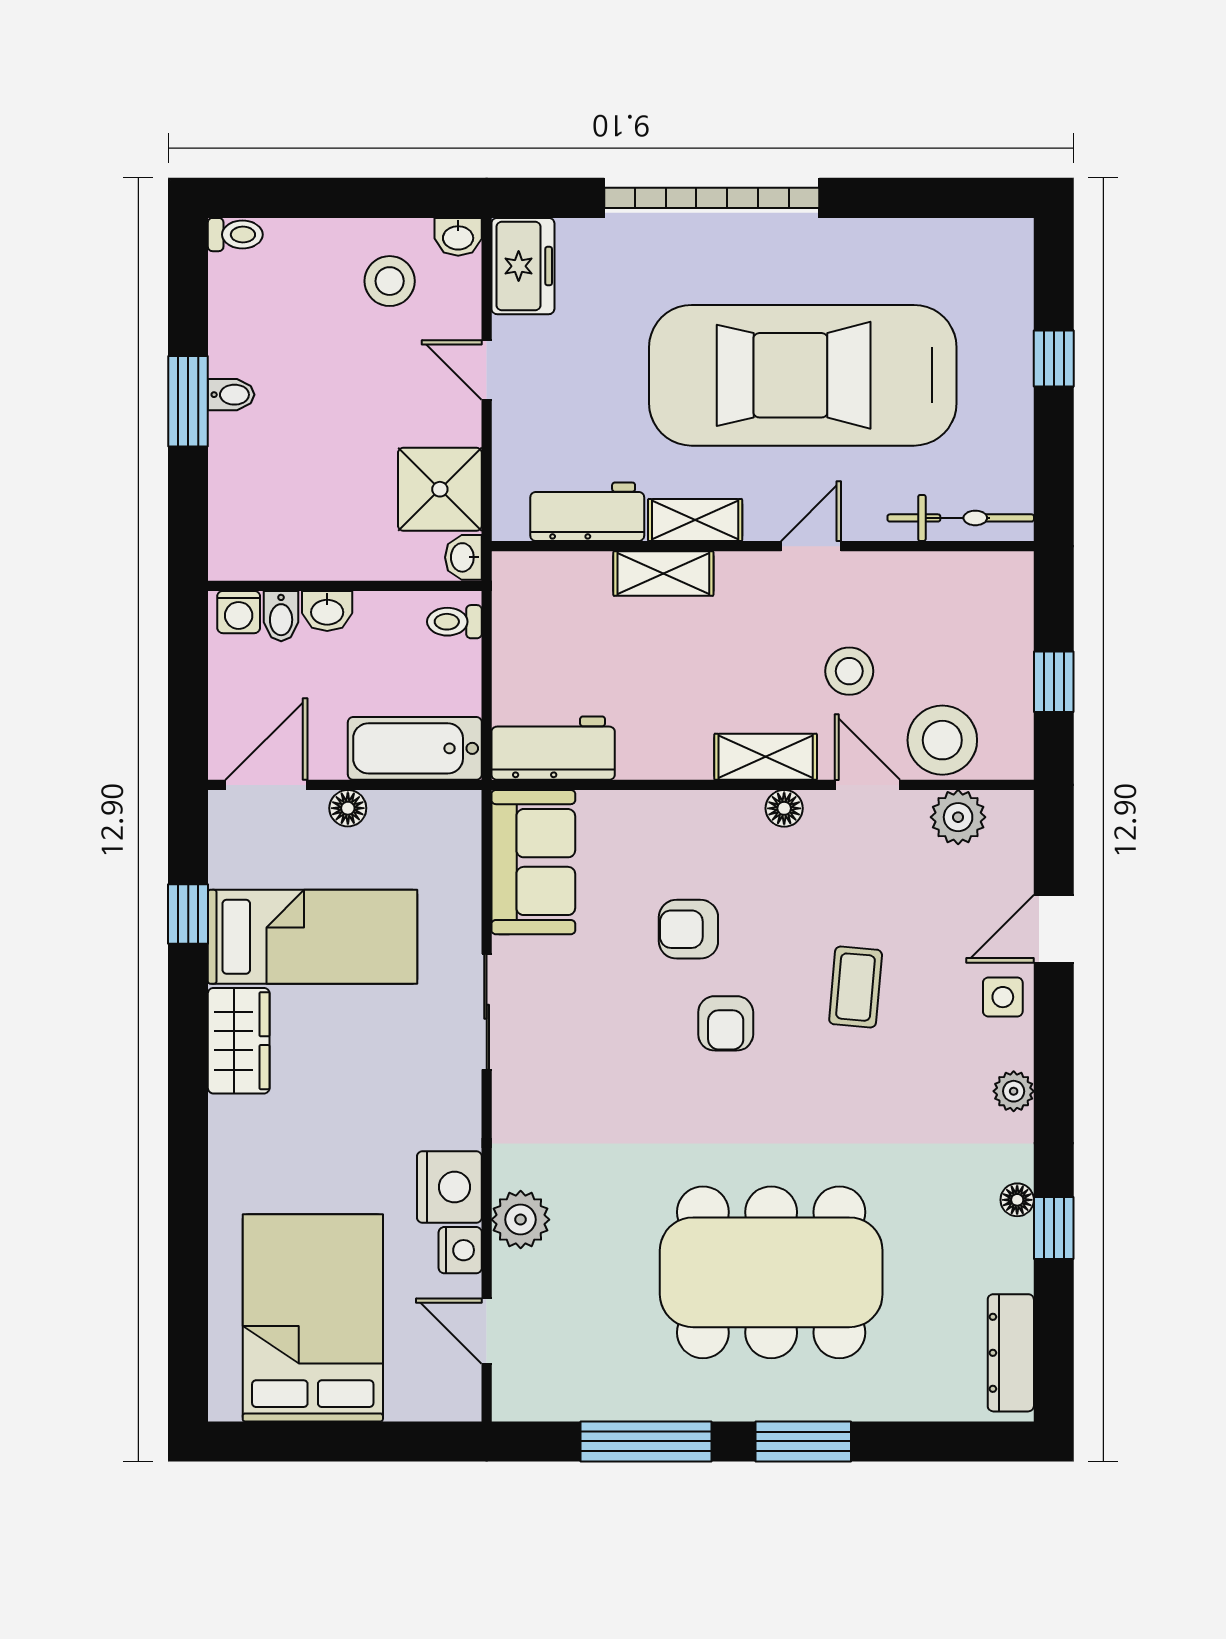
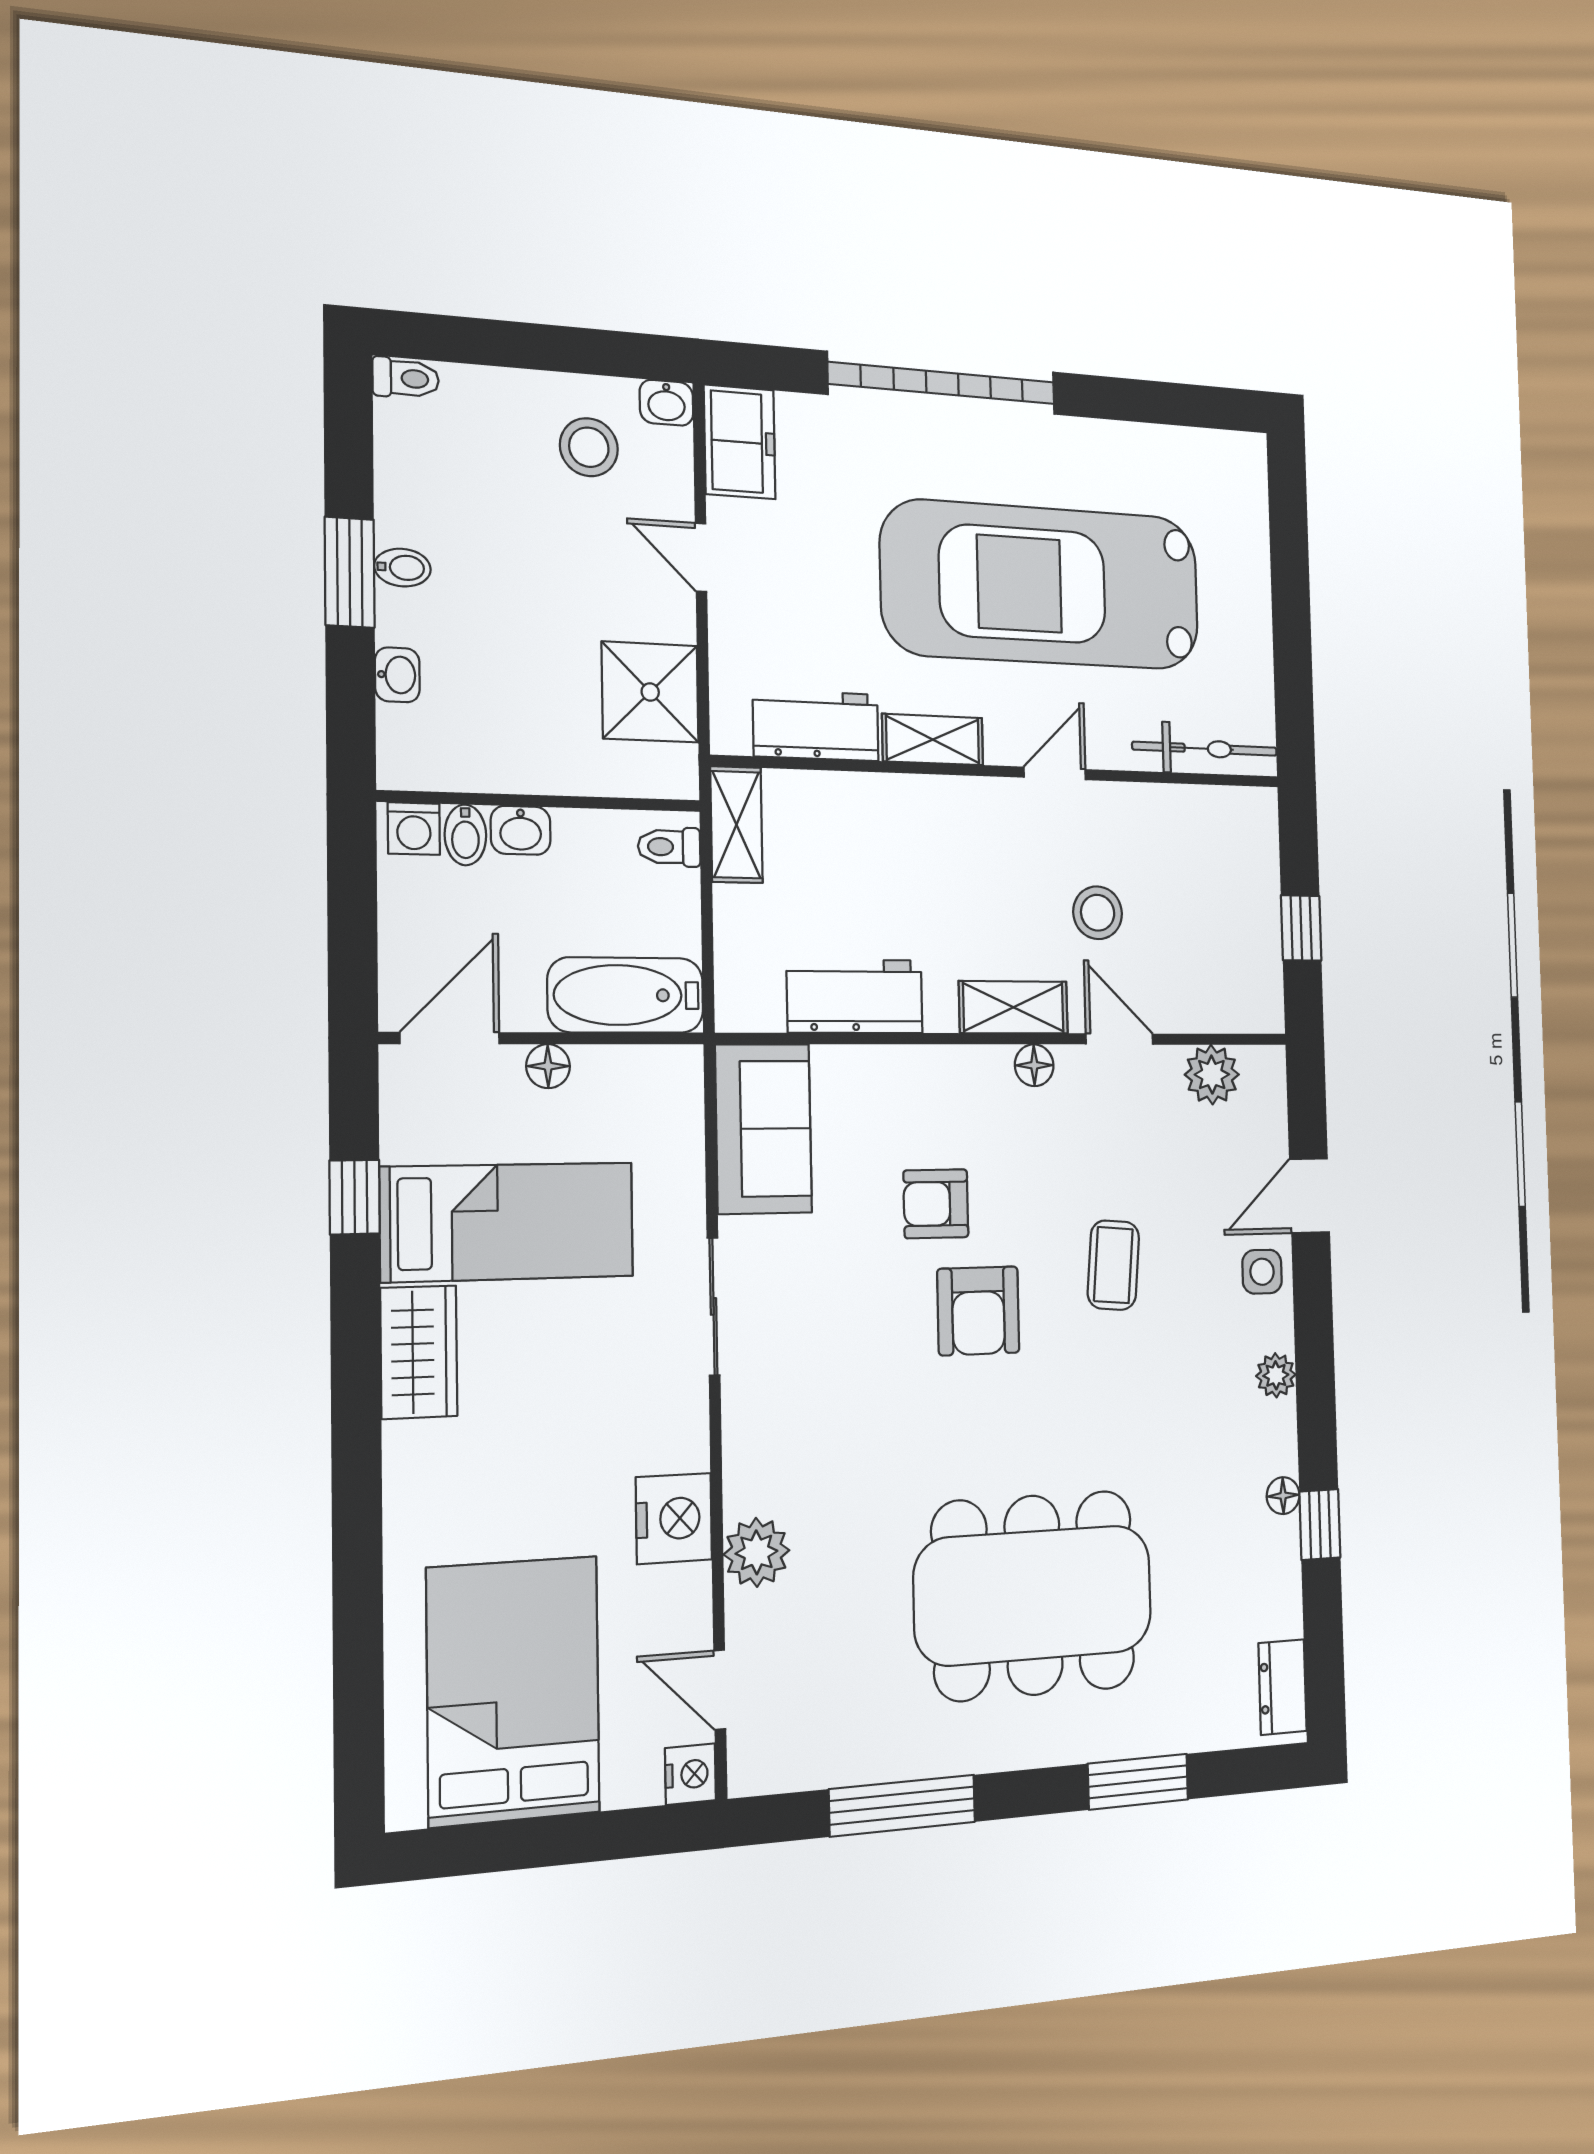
window: (1054, 359) -> (1290, 583), removed
washbasin: (463, 557) -> (397, 675), moved, turned 180
shelving: (663, 574) -> (736, 825), moved, turned 90
stool: (942, 740) -> (1194, 990), removed
workbench: (553, 748) -> (855, 996), moved
armchair: (726, 1023) -> (978, 1311), width x1.38, depth x1.38
nightstand: (460, 1250) -> (691, 1774), moved
dresser: (1011, 1353) -> (1283, 1687), width x0.70
window: (803, 1441) -> (1138, 1782), moved

